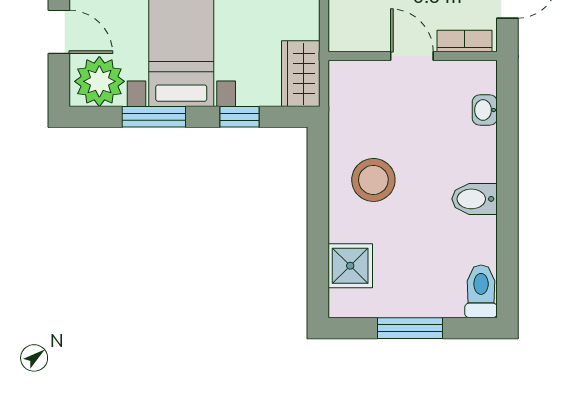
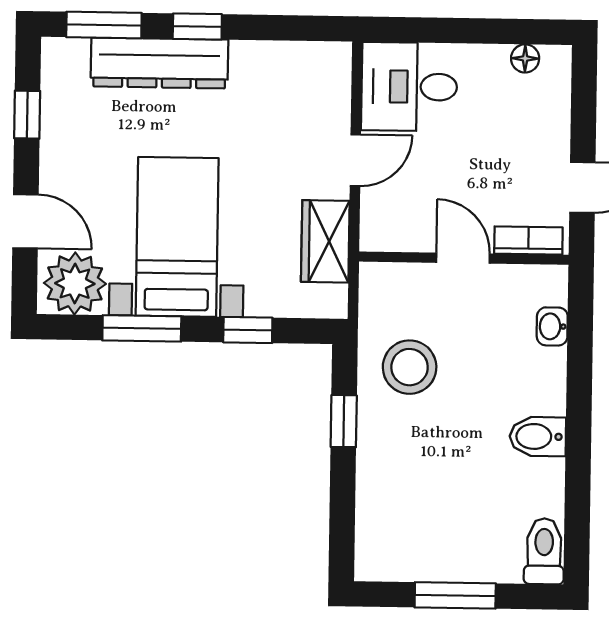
wardrobe: (301, 74) -> (325, 241), moved
stool: (373, 180) -> (410, 367), moved
window: (318, 189) -> (344, 421), added
shower: (350, 266) -> (382, 517), removed

